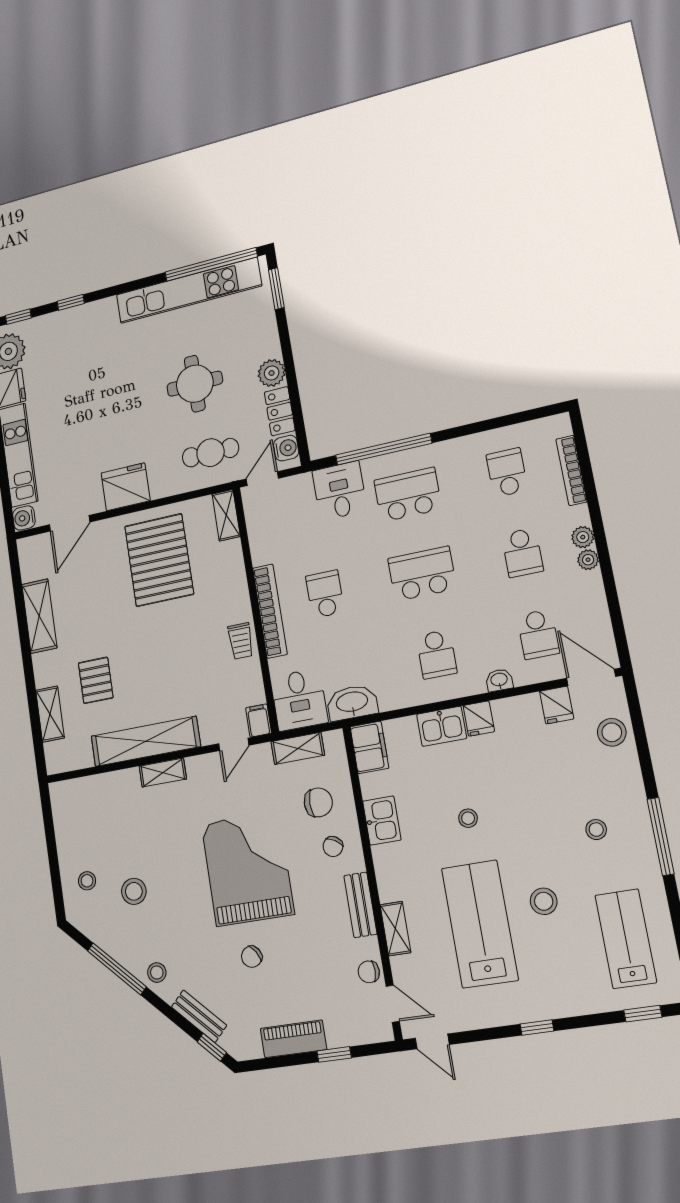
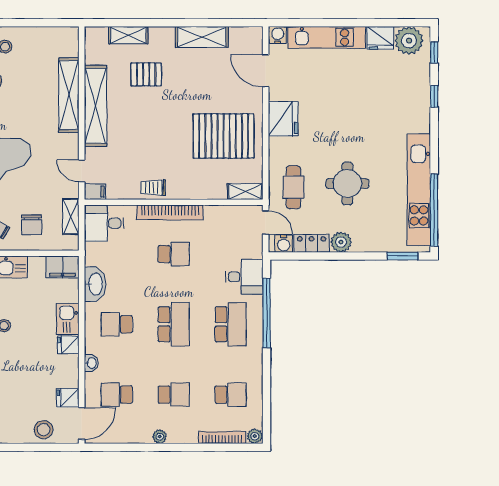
plant: (583, 537) -> (255, 436), moved
school desk: (522, 553) -> (174, 395), turned 180
washbasin: (352, 703) -> (95, 284), moved
shelving: (163, 773) -> (69, 95), width x2.20, depth x1.33

